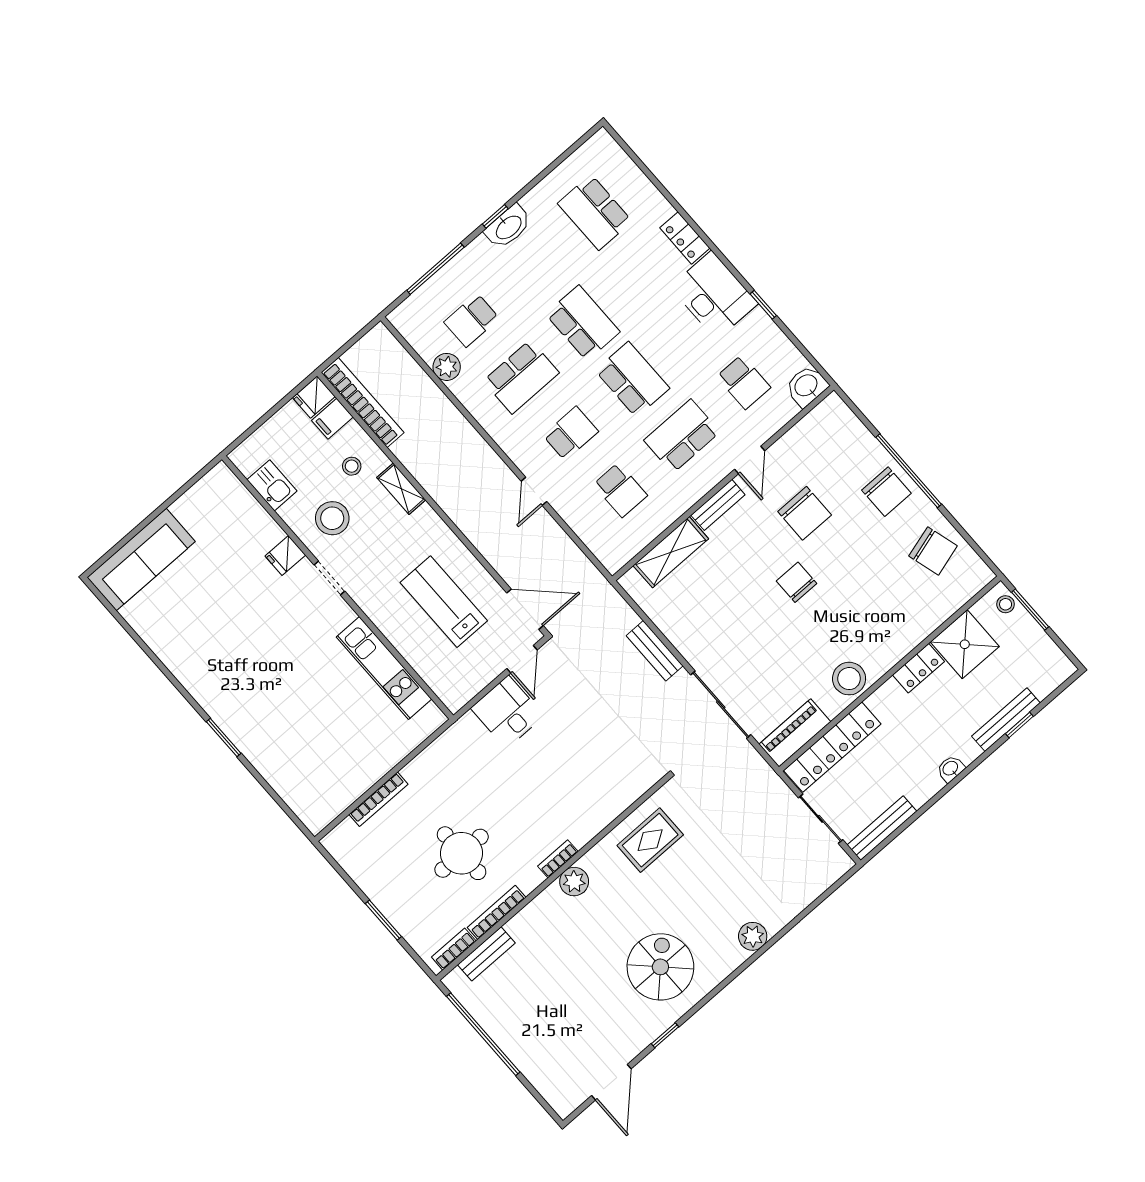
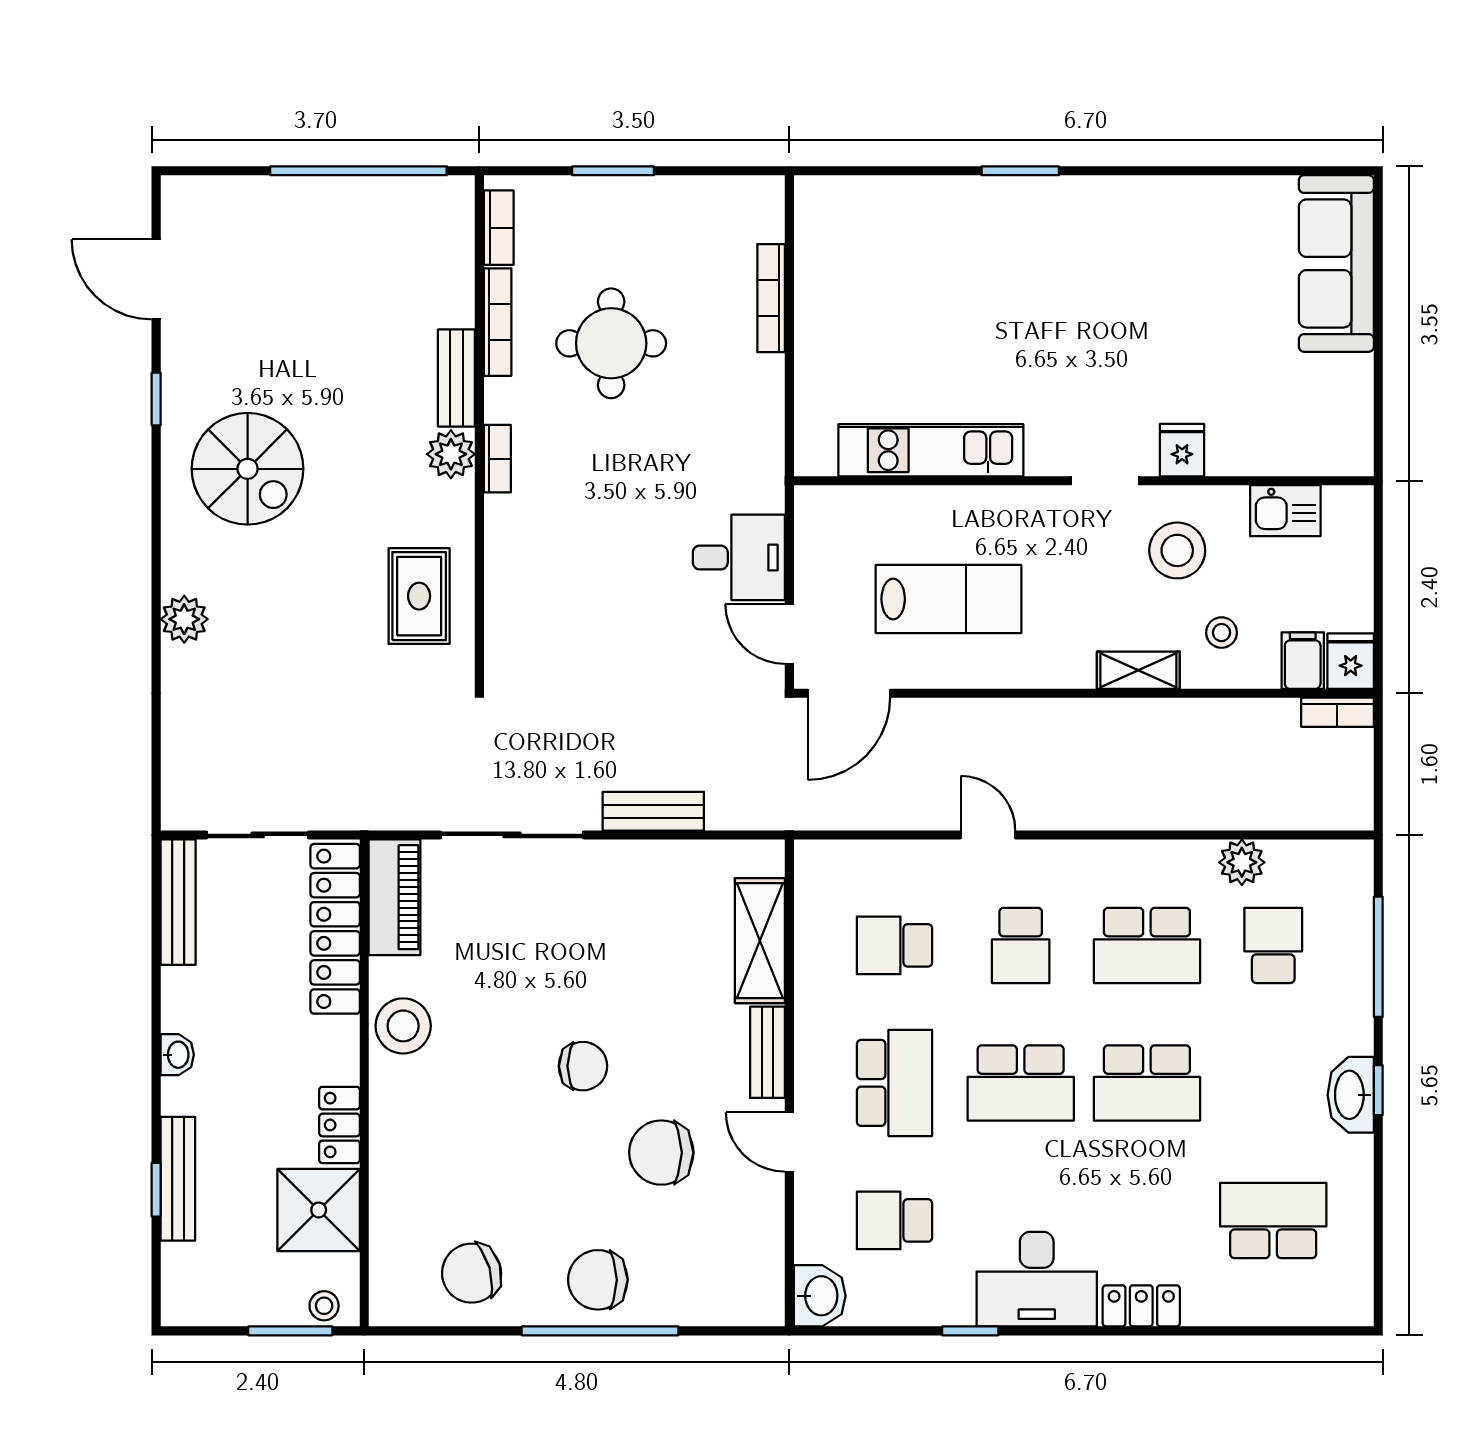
school desk: (521, 377) -> (1147, 945), turned -90
bookcase: (363, 403) -> (1337, 712), width x0.43, depth x0.76
bench: (486, 954) -> (456, 378), moved

